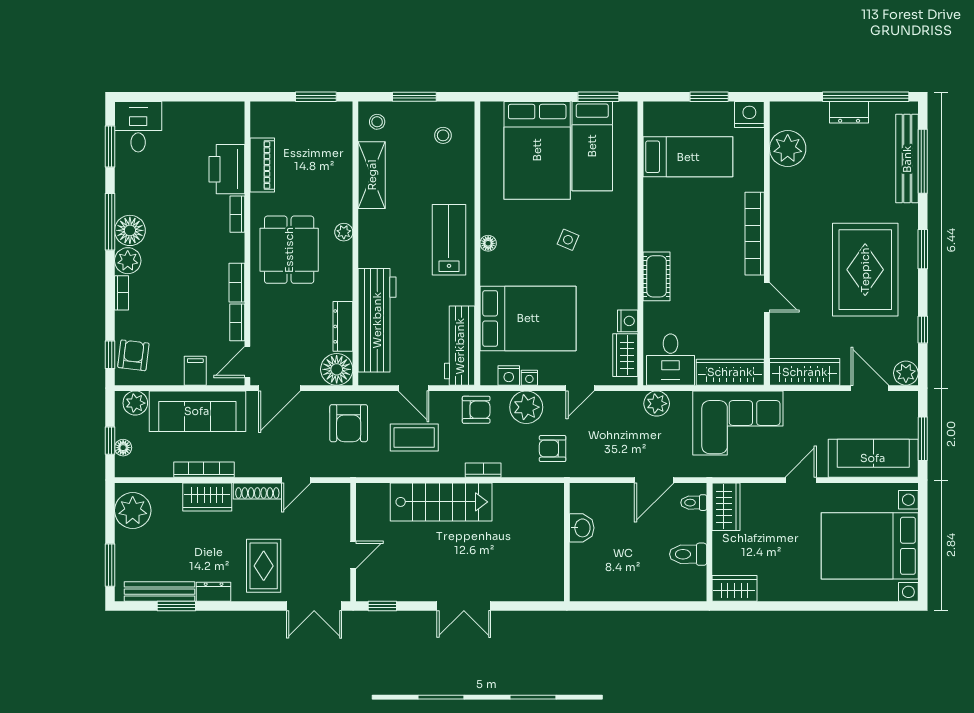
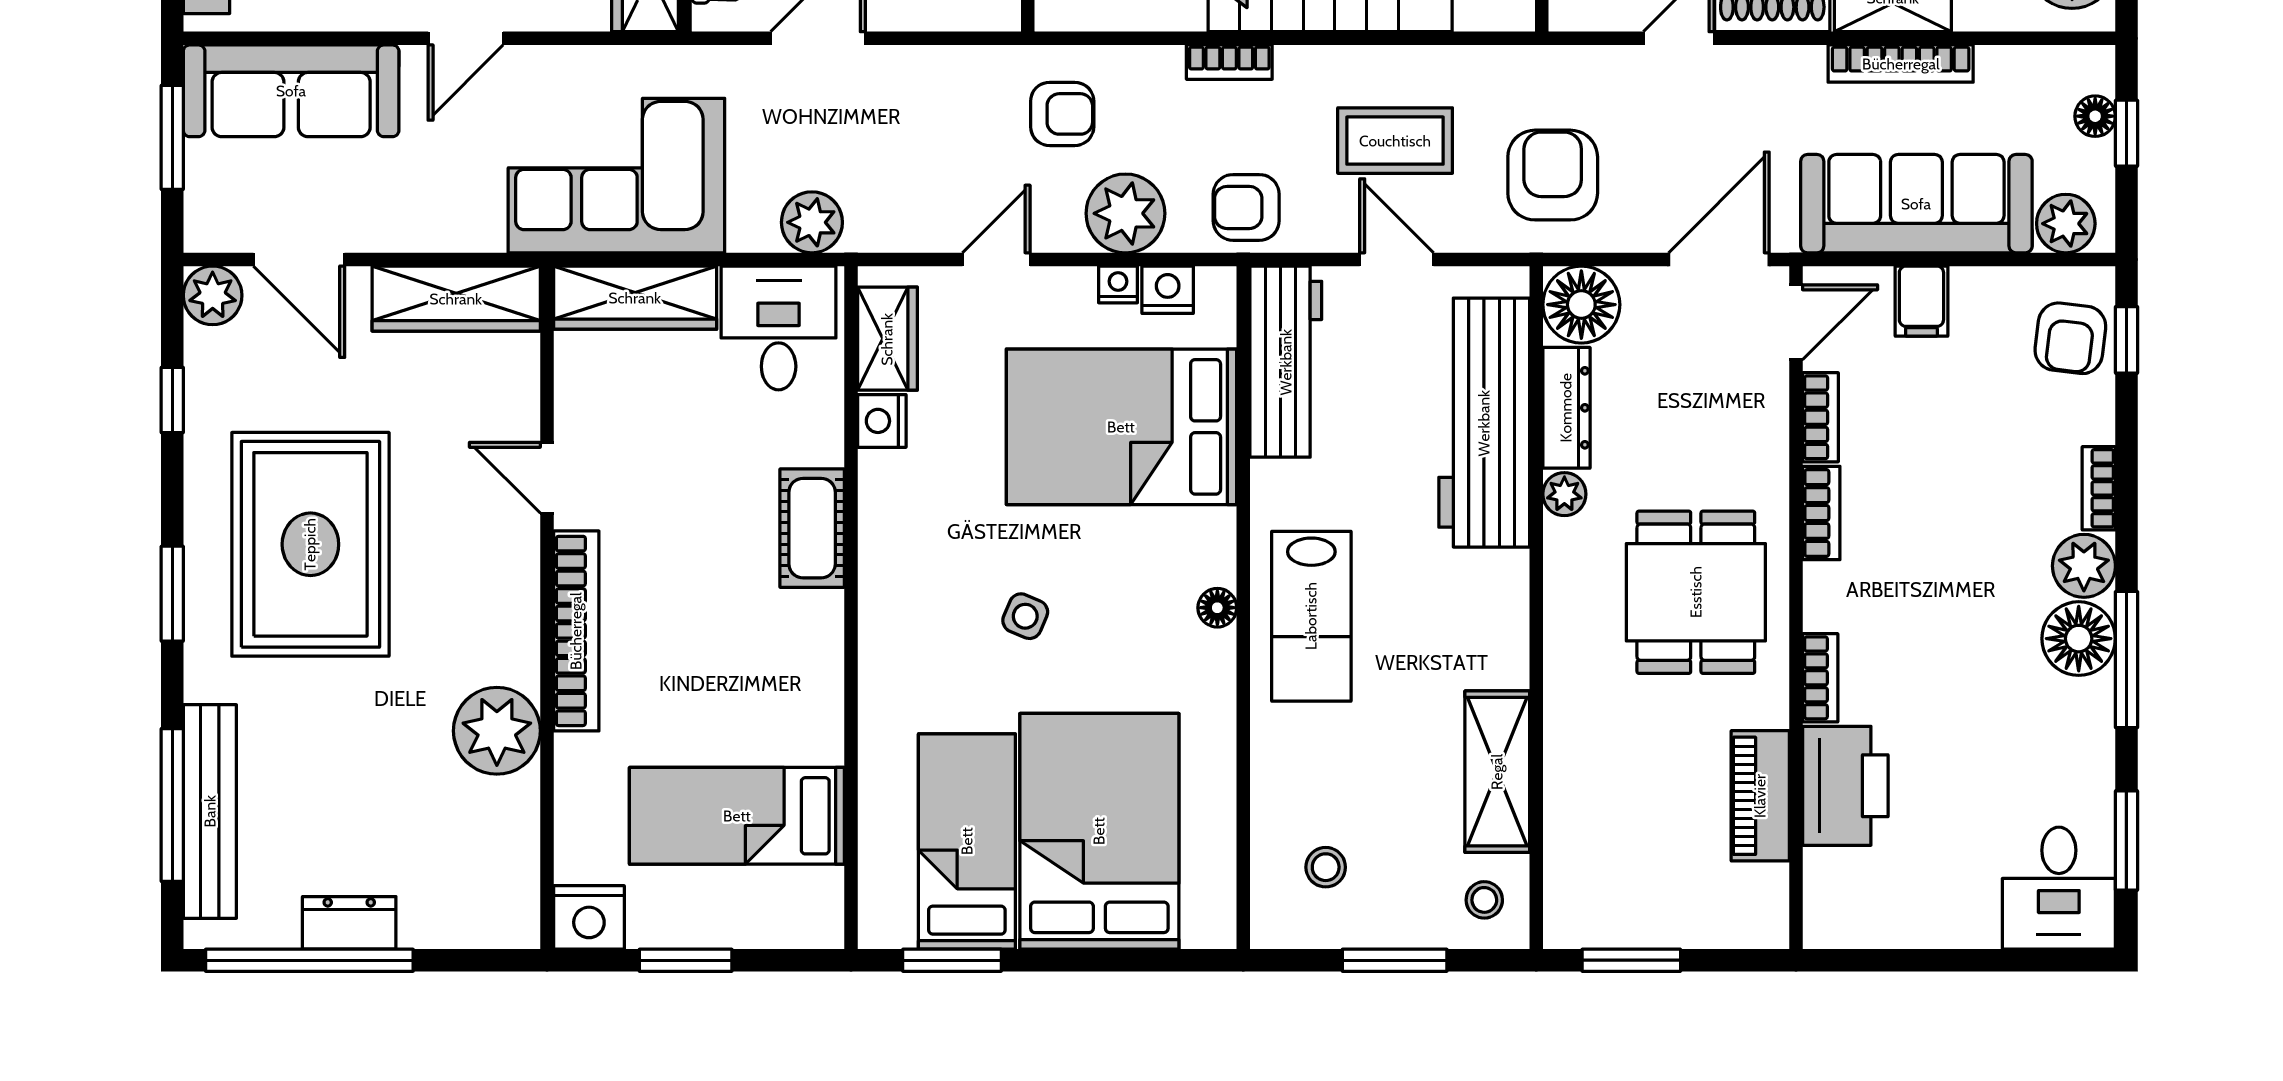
plant: (788, 148) -> (497, 731), moved
plant: (344, 232) -> (1564, 494), moved

